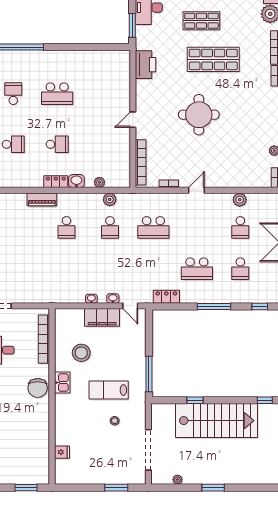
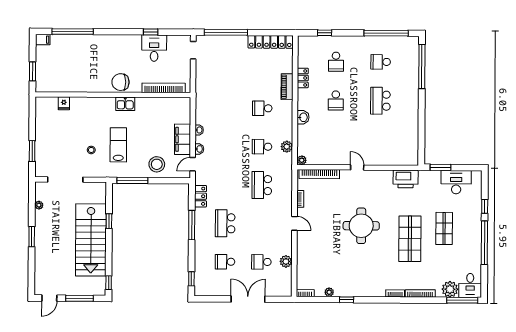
school desk: (13, 94) -> (381, 62), turned 180
locker: (56, 182) -> (303, 78), moved
plant: (99, 182) -> (302, 160), moved
window: (214, 307) -> (192, 225), moved
stool: (81, 353) -> (157, 164), moved

